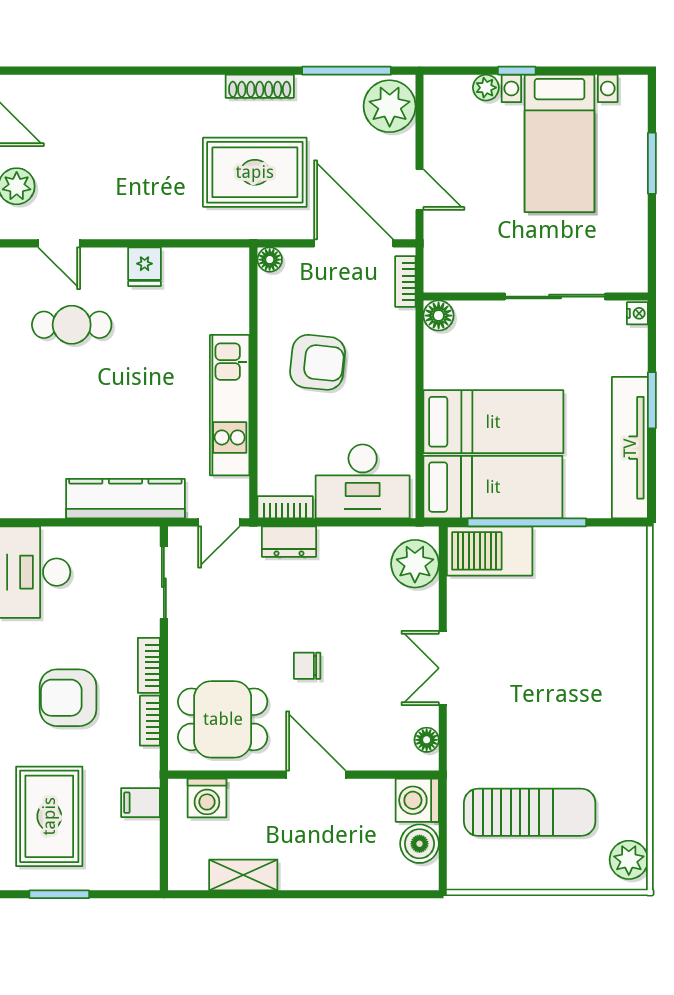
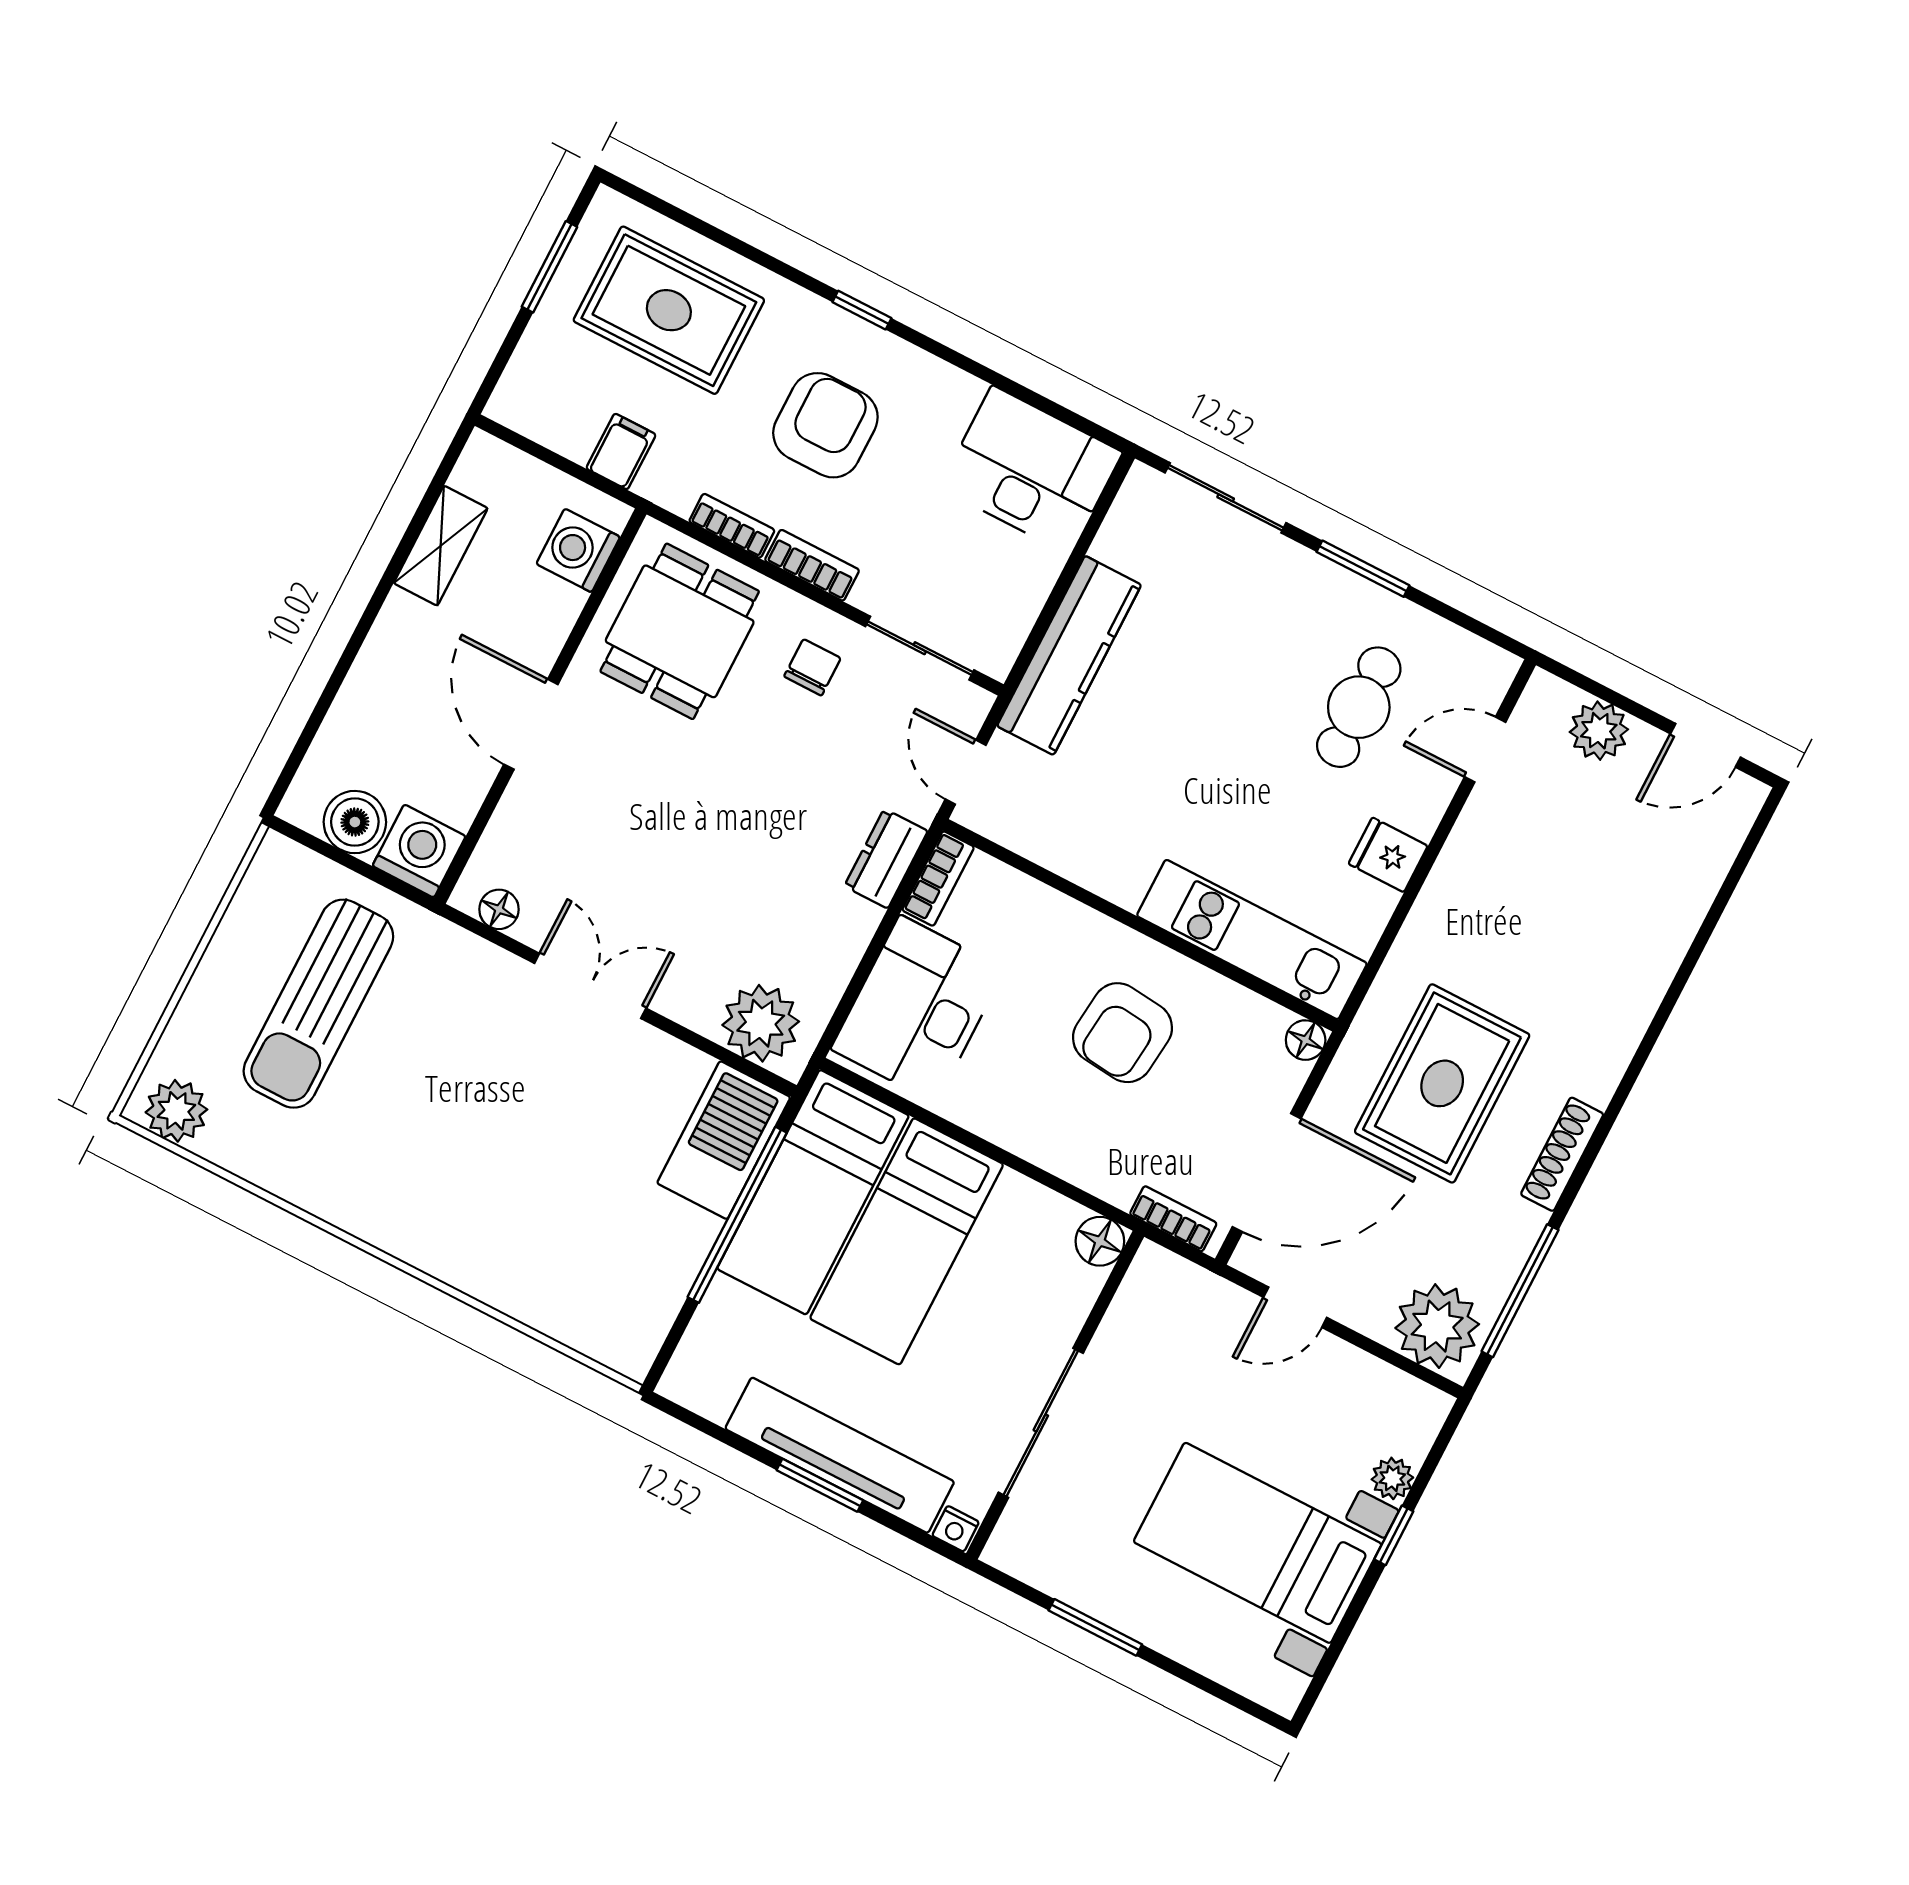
window: (652, 163) -> (1095, 1627), moved
kitchen unit: (230, 405) -> (1252, 940), moved
tv unit: (630, 448) -> (840, 1455), moved
chair: (307, 666) -> (812, 667), moved
door: (316, 775) -> (531, 724), swing flipped

